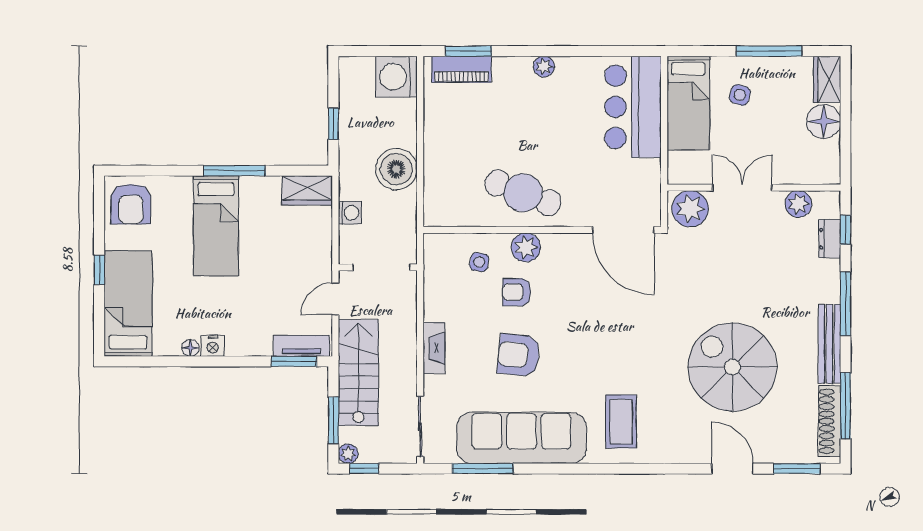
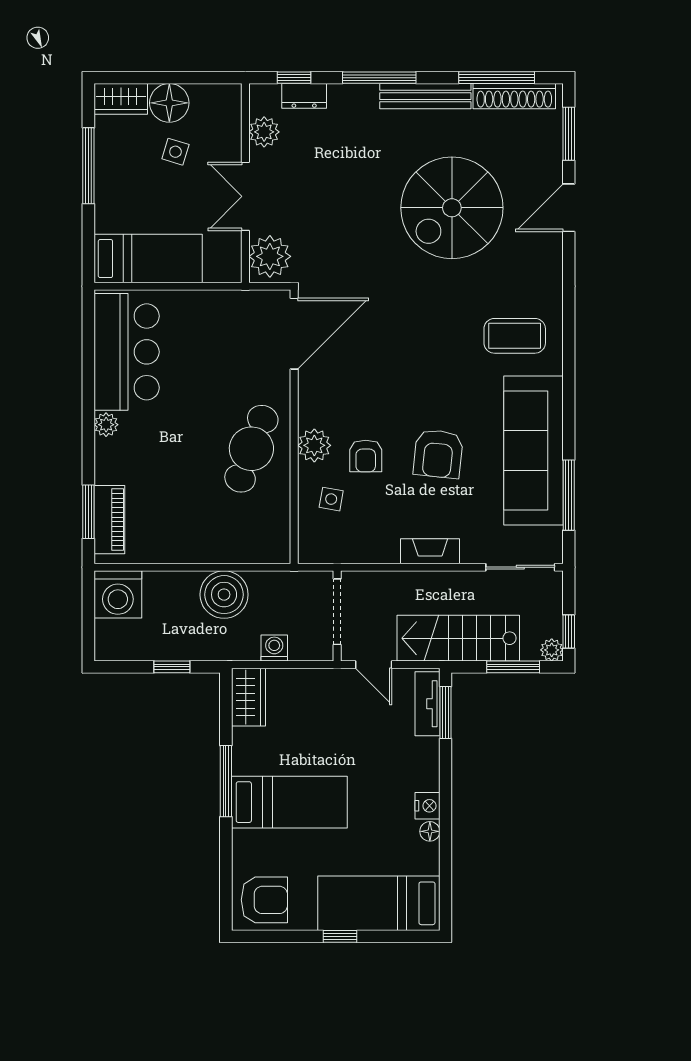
side table: (740, 95) -> (175, 152), moved
bar counter: (633, 107) -> (127, 352), moved, turned -90

